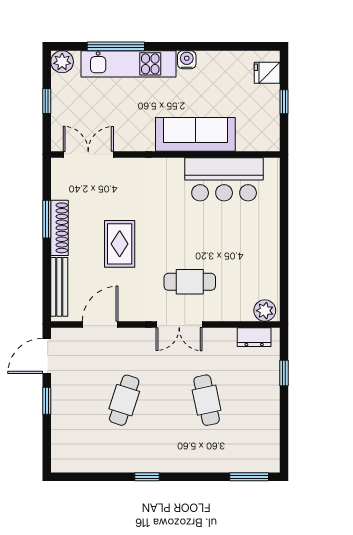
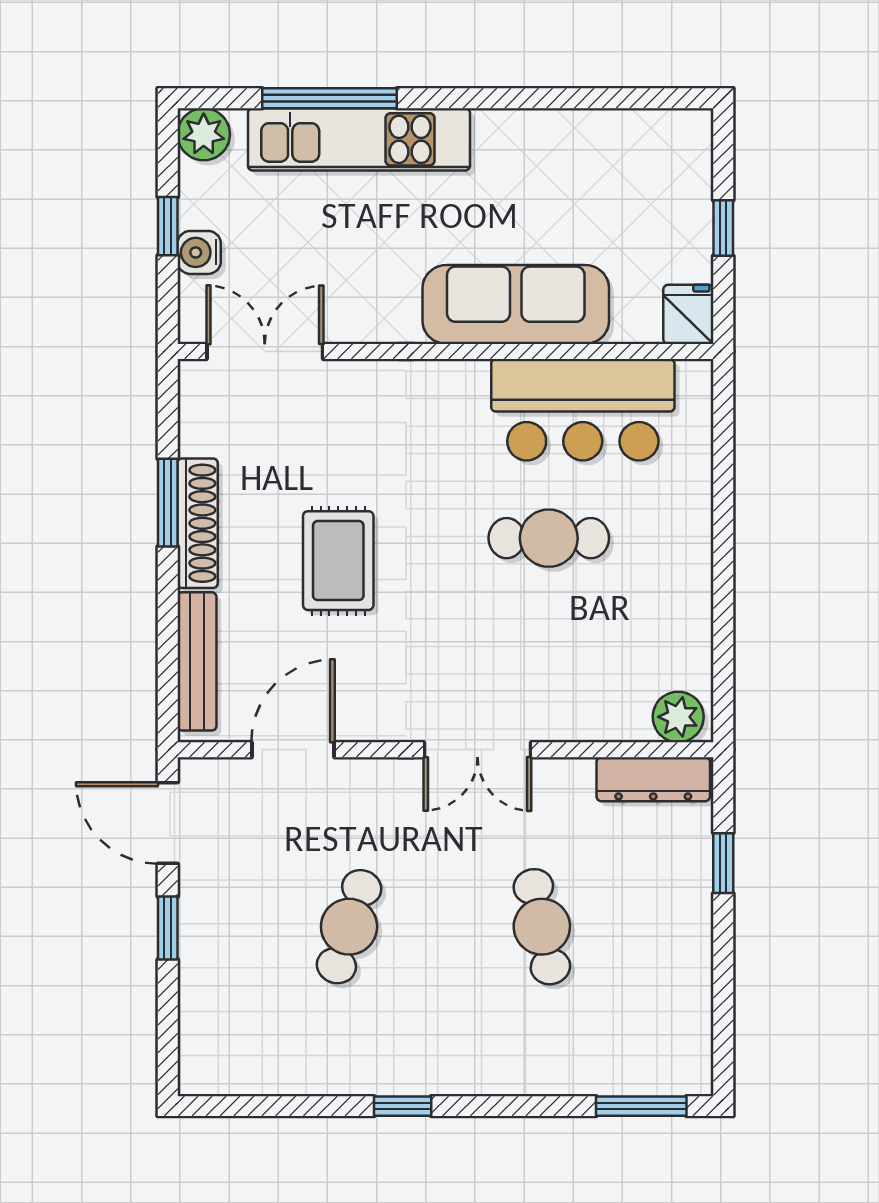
water cooler: (187, 60) -> (199, 252), moved, turned -90
fridge: (267, 73) -> (688, 314), moved, turned 90
cafe table: (190, 282) -> (549, 538), moved
dresser: (254, 337) -> (653, 779), width x1.44
door: (47, 356) -> (168, 823), hinge flipped

